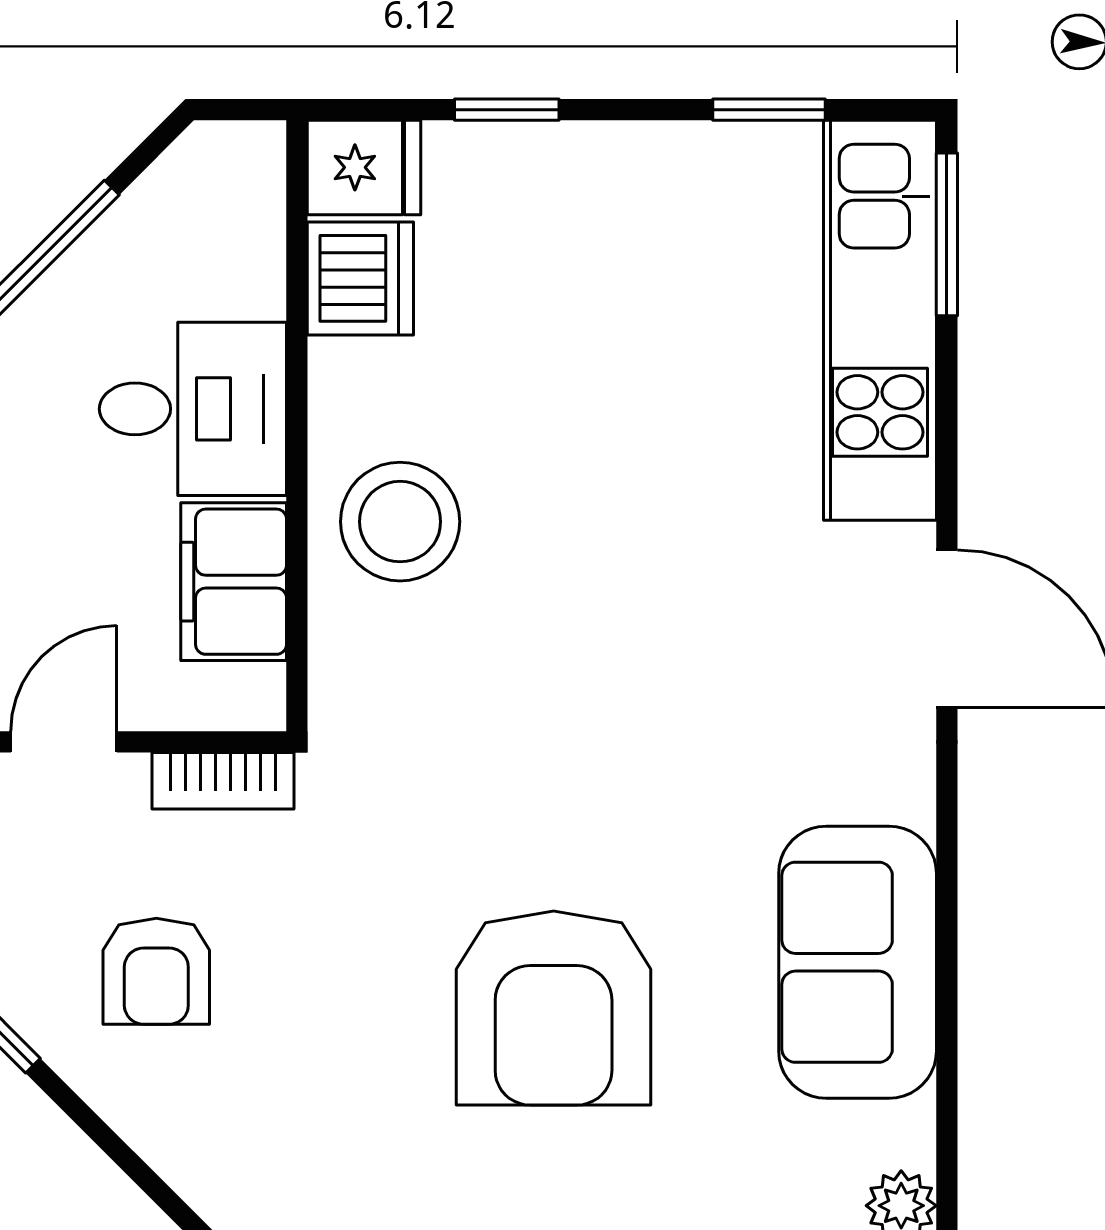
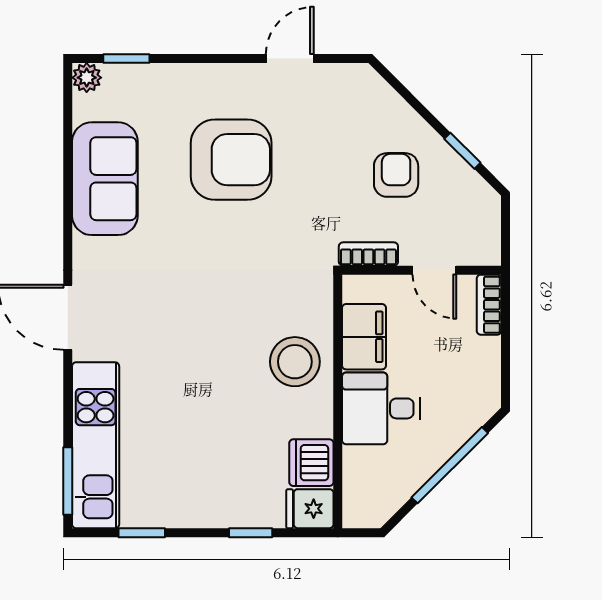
door: (64, 742) -> (434, 270), hinge flipped
armchair: (554, 1008) -> (231, 160), turned 90

